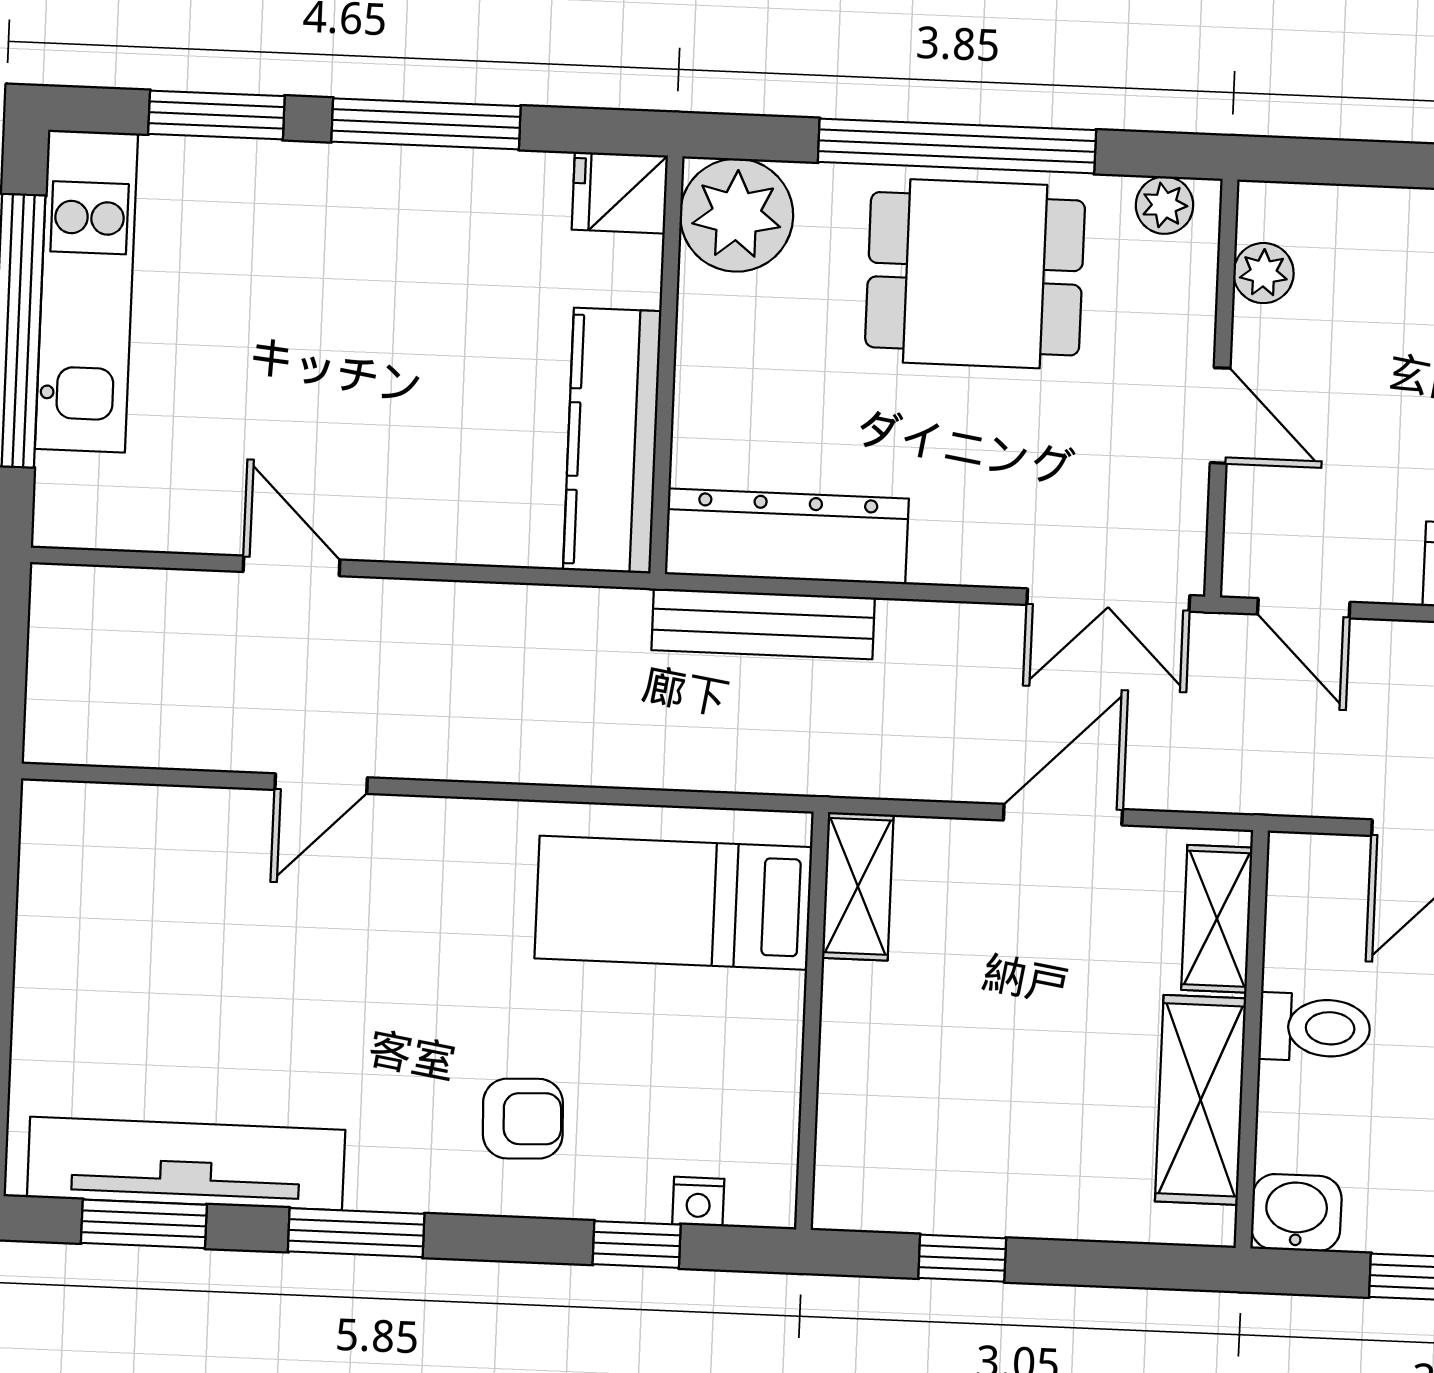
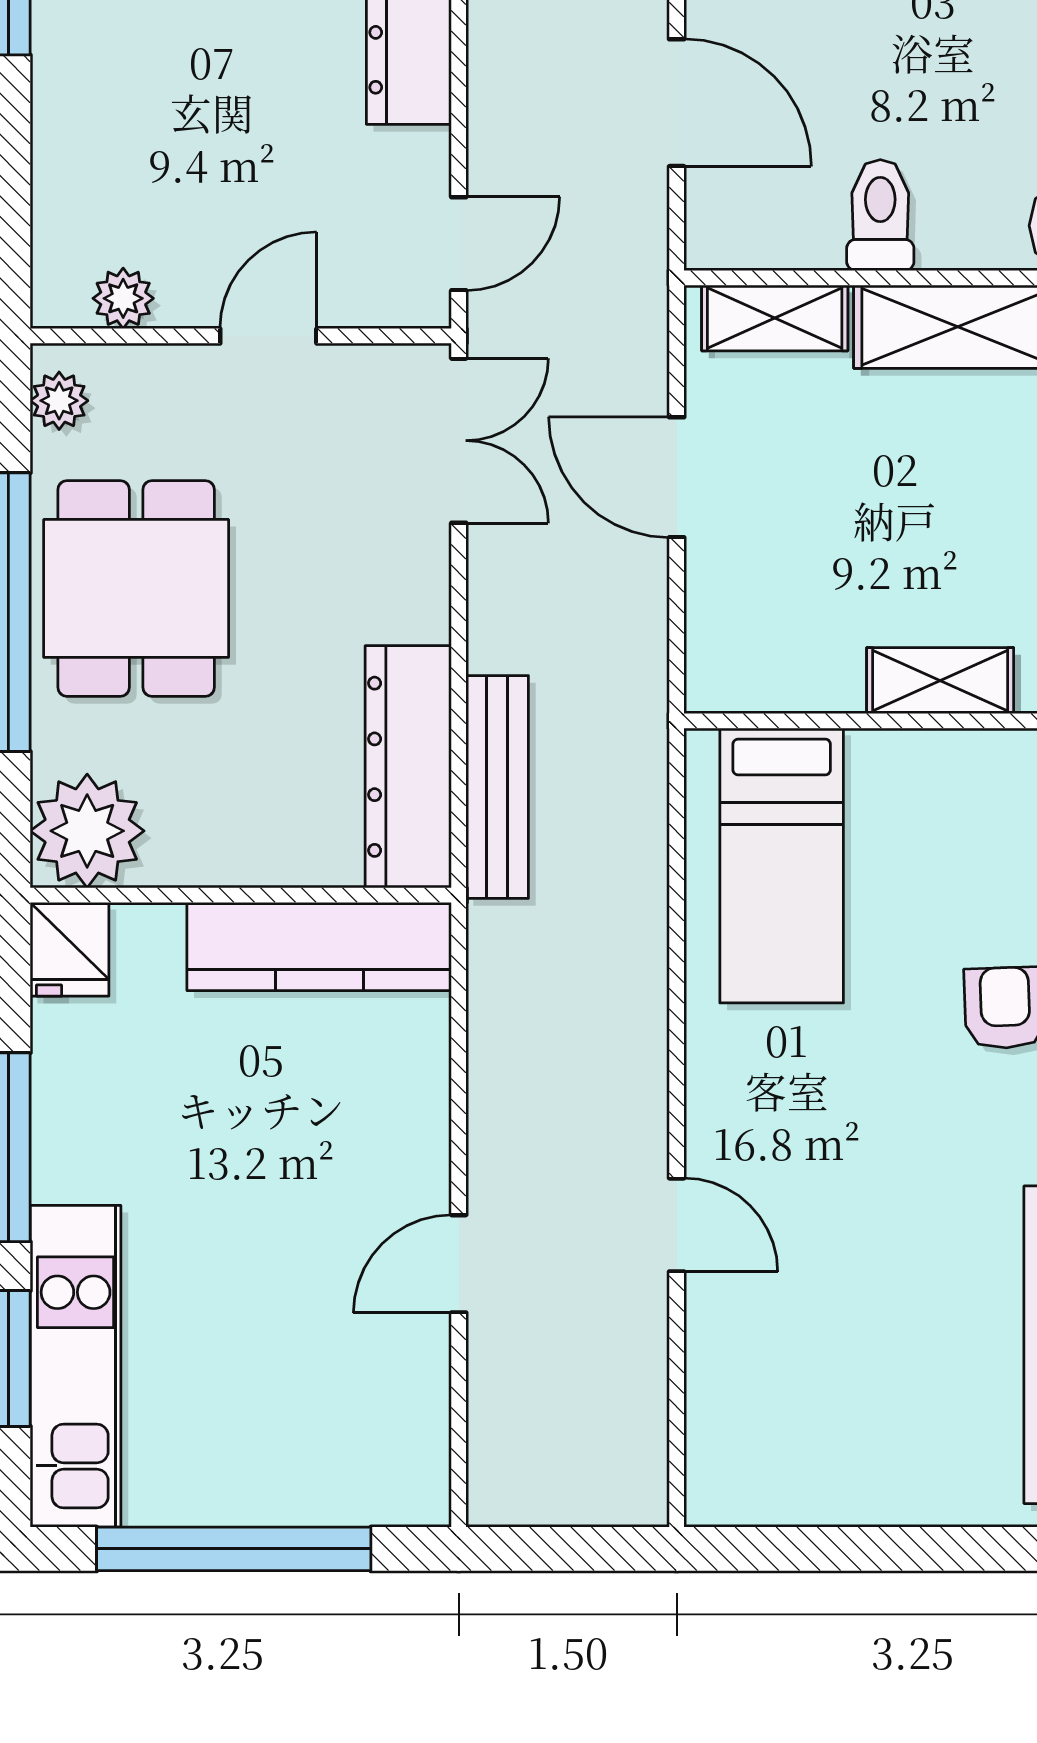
kitchen unit: (86, 291) -> (76, 1366), moved, turned 90
shelving: (858, 886) -> (940, 681), moved

